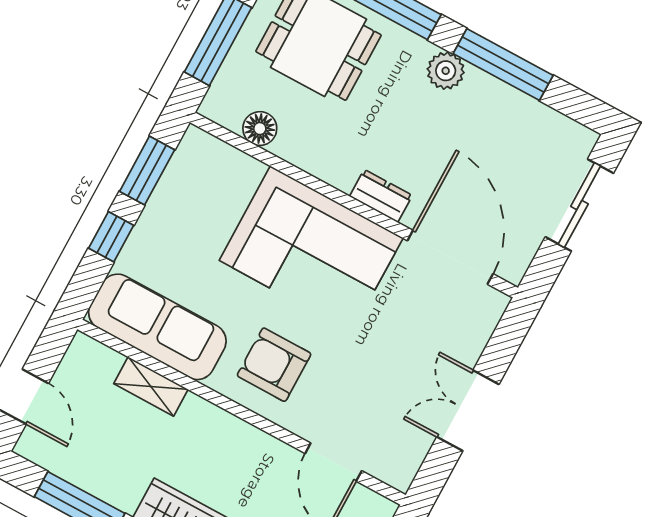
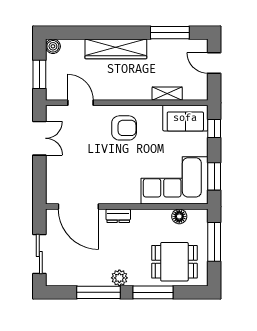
window: (111, 237) -> (214, 129), moved
corner sofa: (311, 249) -> (174, 180), moved
sofa: (157, 327) -> (185, 118), width x0.73
double door: (468, 411) -> (39, 138), moved

